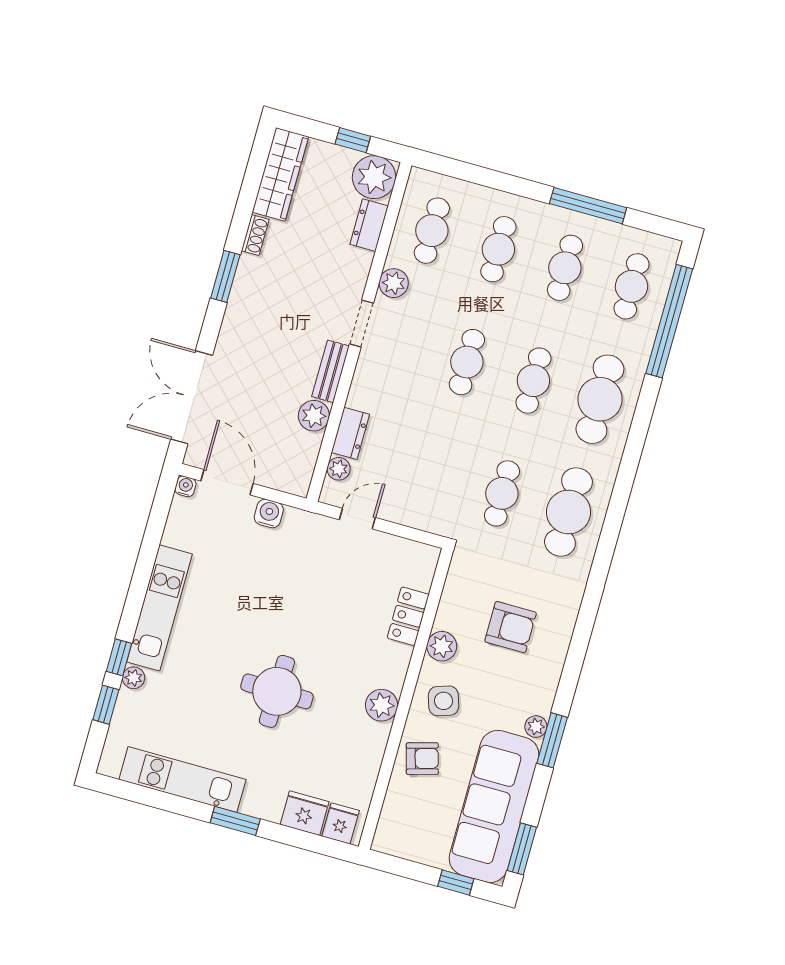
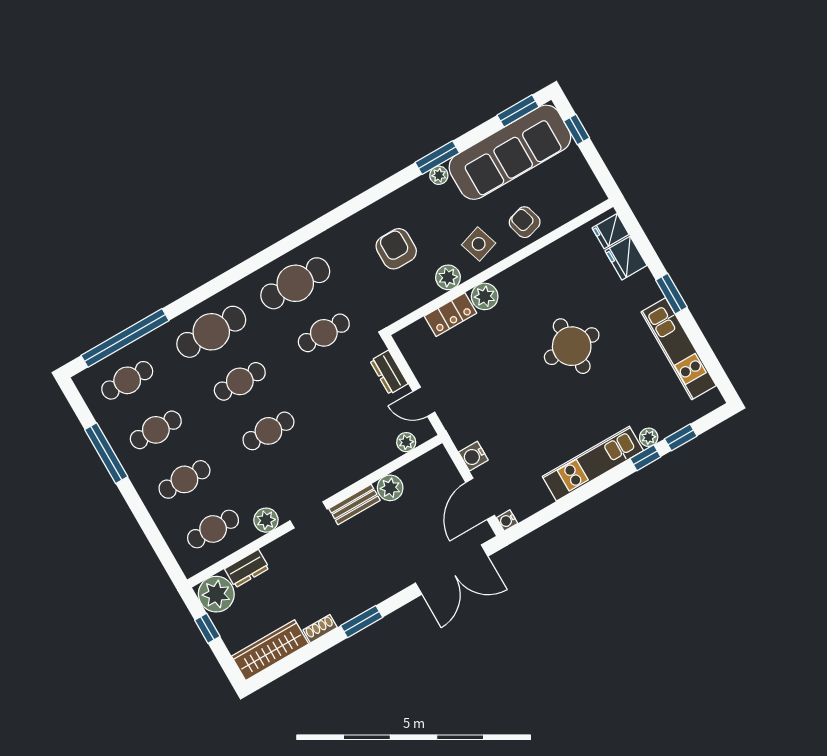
dresser: (350, 433) -> (389, 372), moved, turned -90
plant: (382, 705) -> (485, 296), moved

